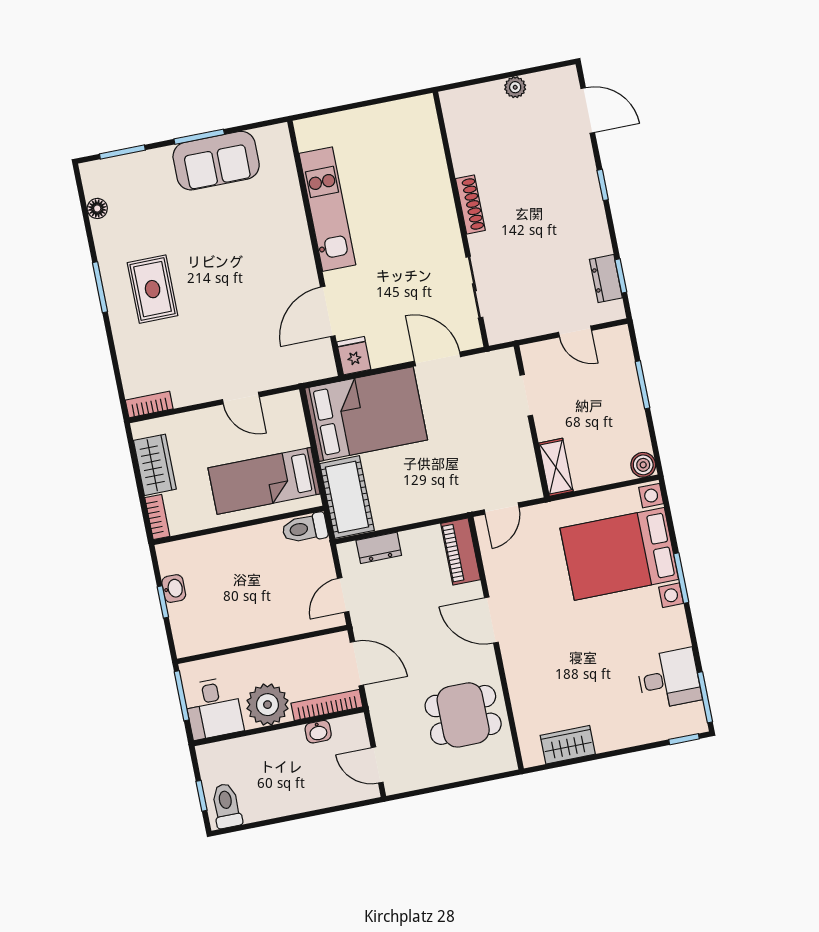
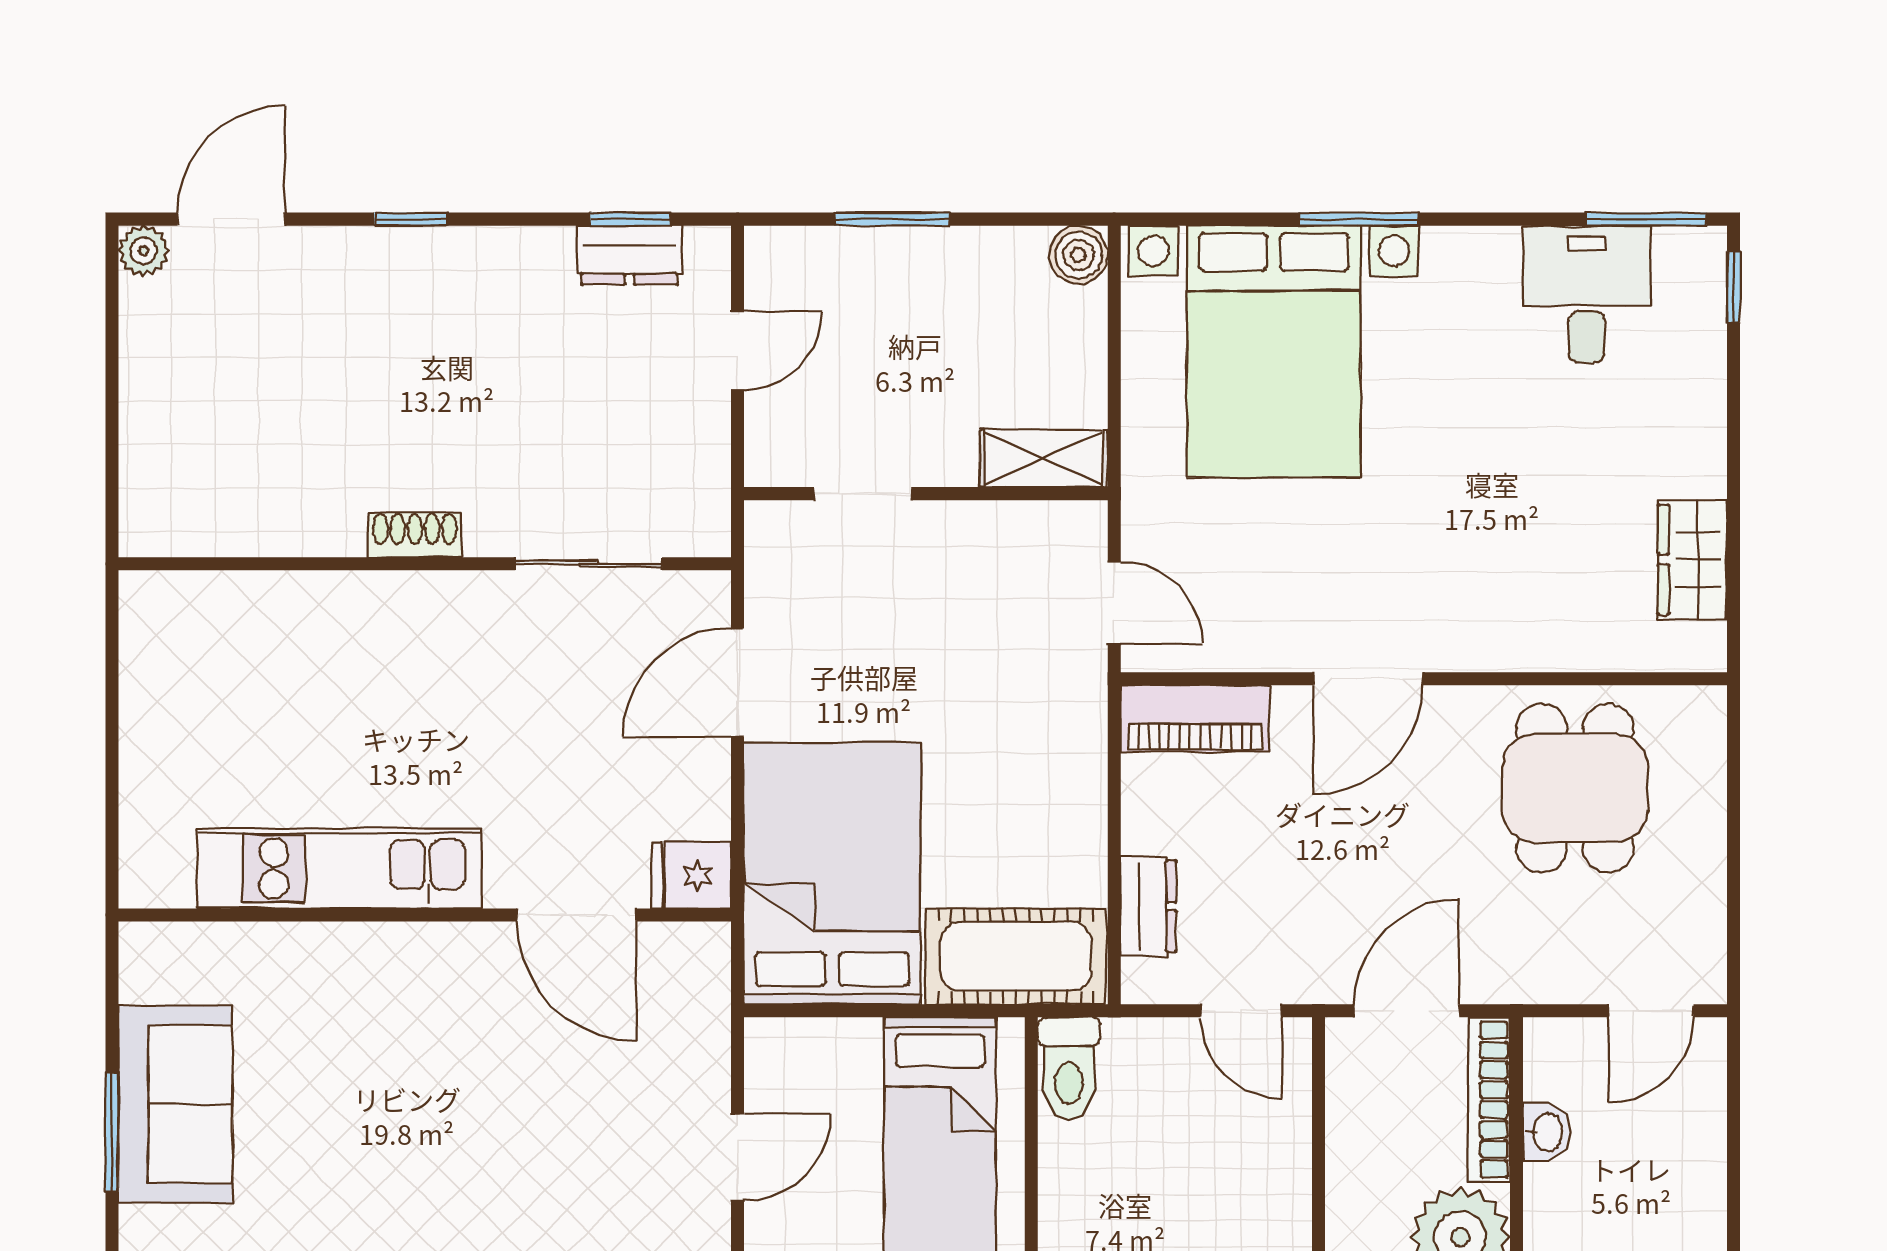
plant: (515, 87) -> (144, 251), moved
shoe rack: (470, 204) -> (415, 535), width x0.70

